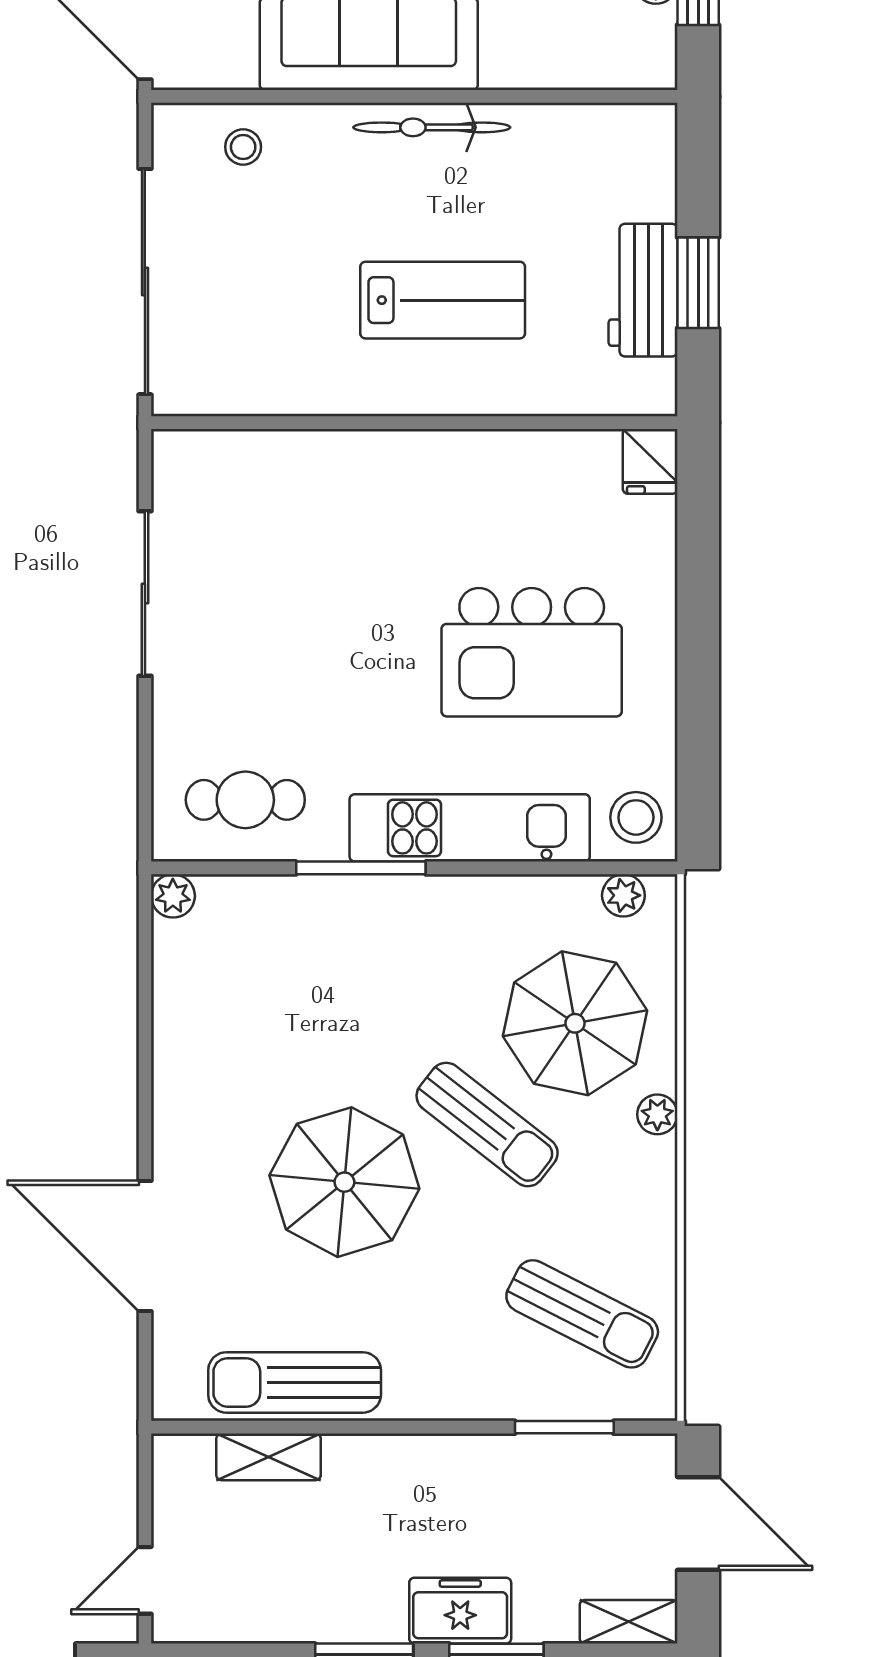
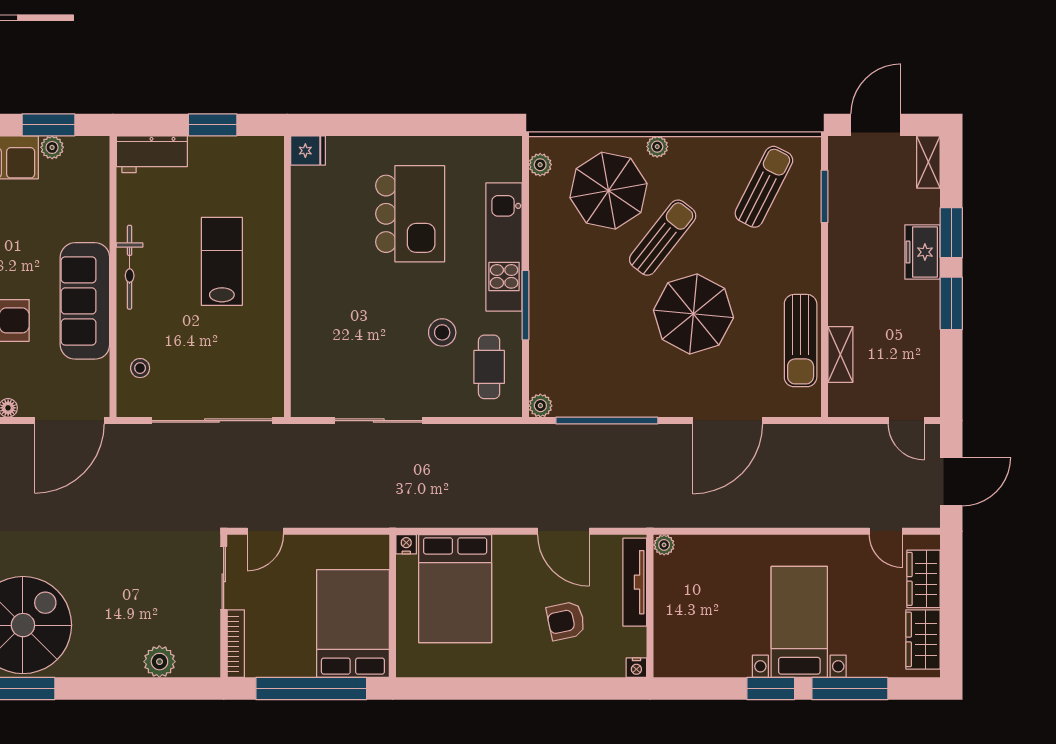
workbench: (643, 290) -> (152, 154), moved
stool: (636, 817) -> (442, 332), moved
window: (145, 1020) -> (607, 421), added

